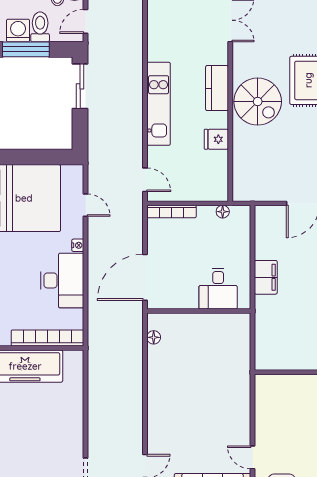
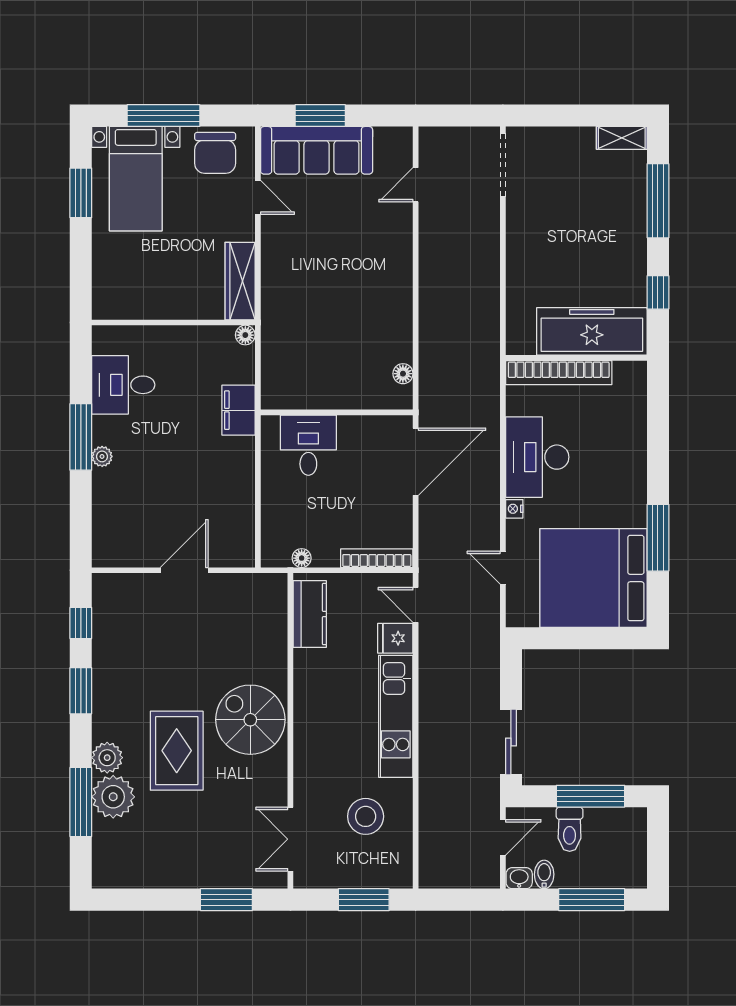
washing machine: (18, 31) -> (602, 824), removed
stool: (179, 36) -> (366, 816), added
kitchen counter: (217, 88) -> (310, 614), moved
fridge: (216, 139) -> (395, 638), moved, turned 180
filing cabinet: (266, 277) -> (238, 410), moved
floor lamp: (261, 364) -> (245, 335), added
wardrobe: (265, 400) -> (240, 281), added

